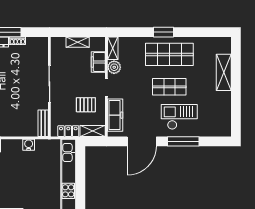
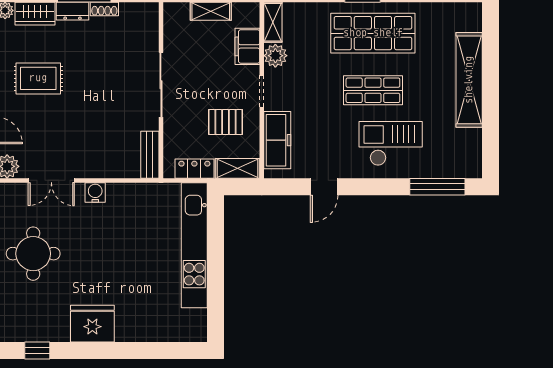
shelving: (224, 72) -> (469, 80), width x1.47
door: (142, 141) -> (324, 187), width x0.53
window: (183, 141) -> (437, 187), moved
water cooler: (29, 145) -> (95, 193), moved

